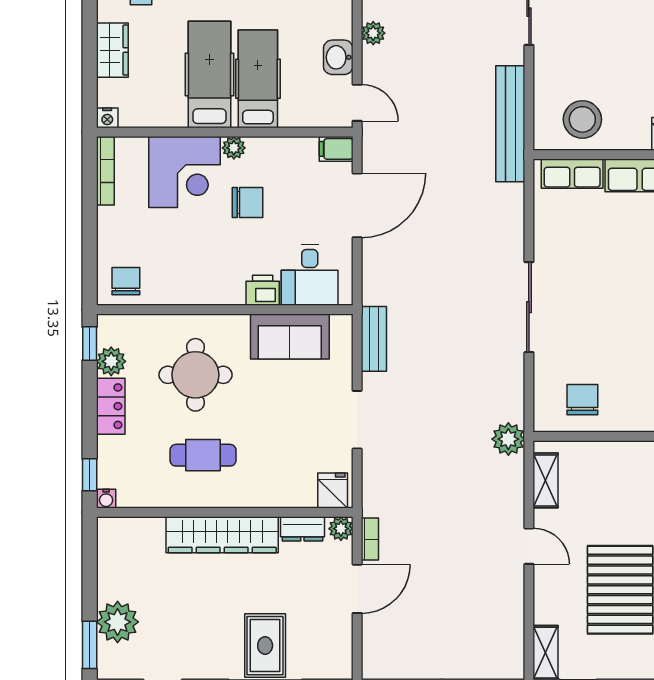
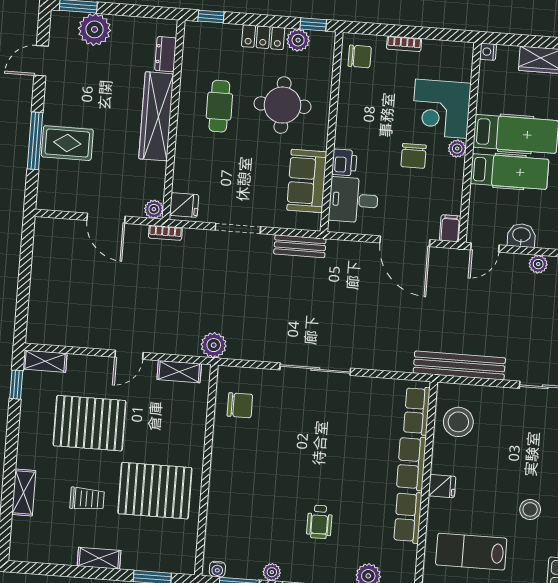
bookcase: (105, 171) -> (404, 44), moved, width x0.64
water cooler: (106, 499) -> (191, 28), removed
dresser: (302, 529) -> (166, 54), moved
bookcase: (370, 539) -> (165, 233), moved

